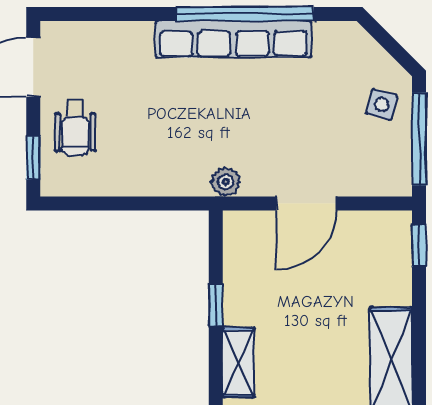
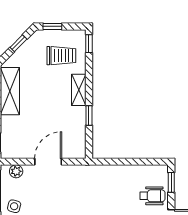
wheelchair: (75, 128) -> (152, 196), turned 90
plant: (226, 182) -> (16, 171), moved

